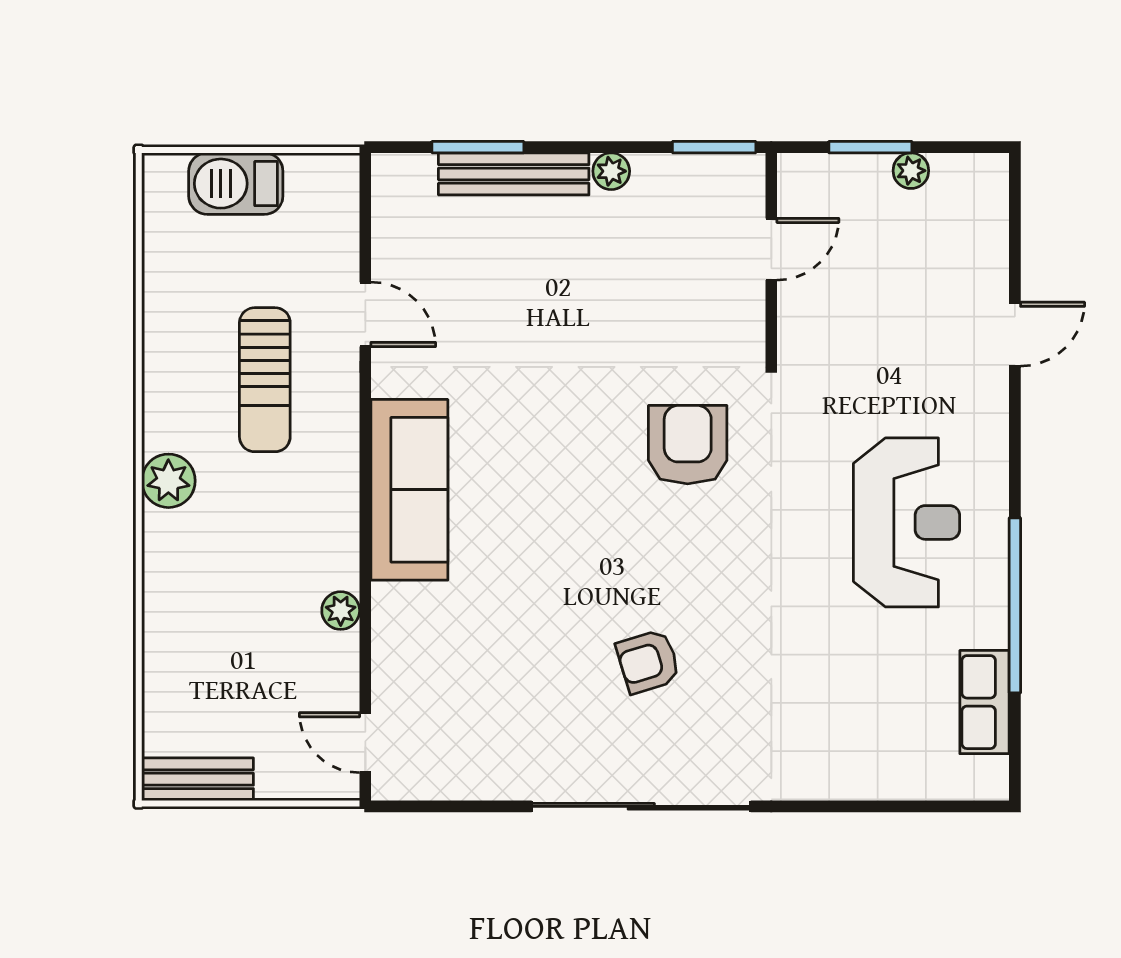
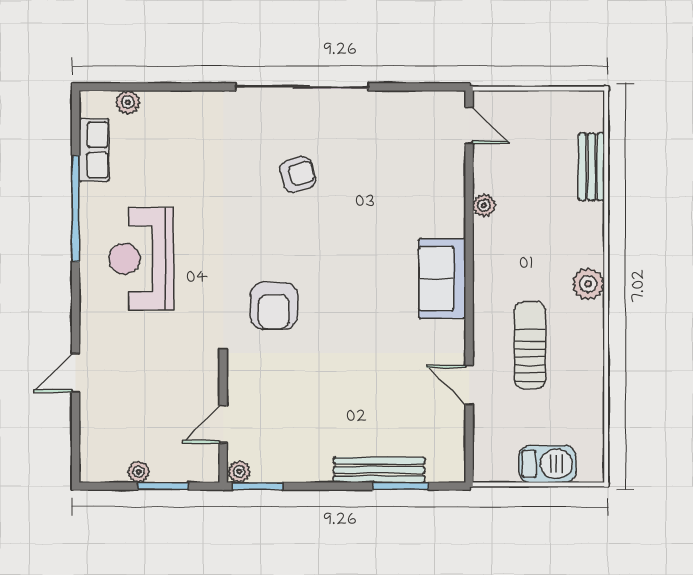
plant: (611, 171) -> (239, 471), moved
sofa: (409, 490) -> (442, 279), width x0.73
bench: (198, 779) -> (592, 167), moved, turned 90
plant: (929, 781) -> (128, 102), added

